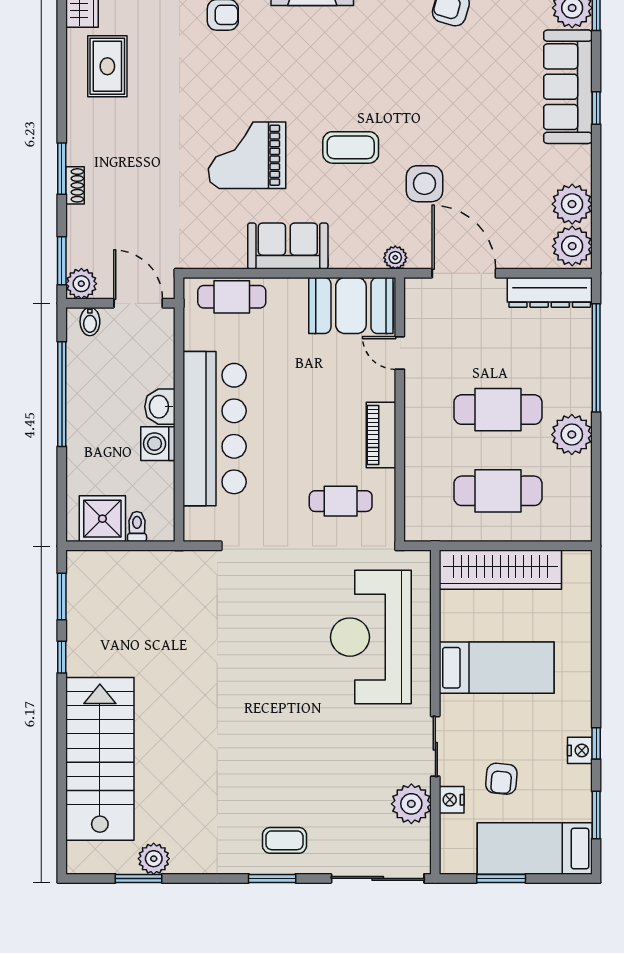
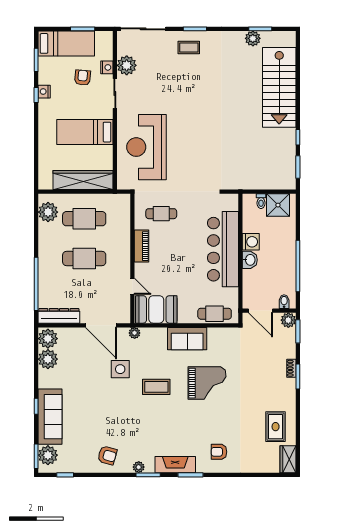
plant: (572, 435) -> (48, 212), moved
reception desk: (371, 637) -> (146, 147), turned 180

